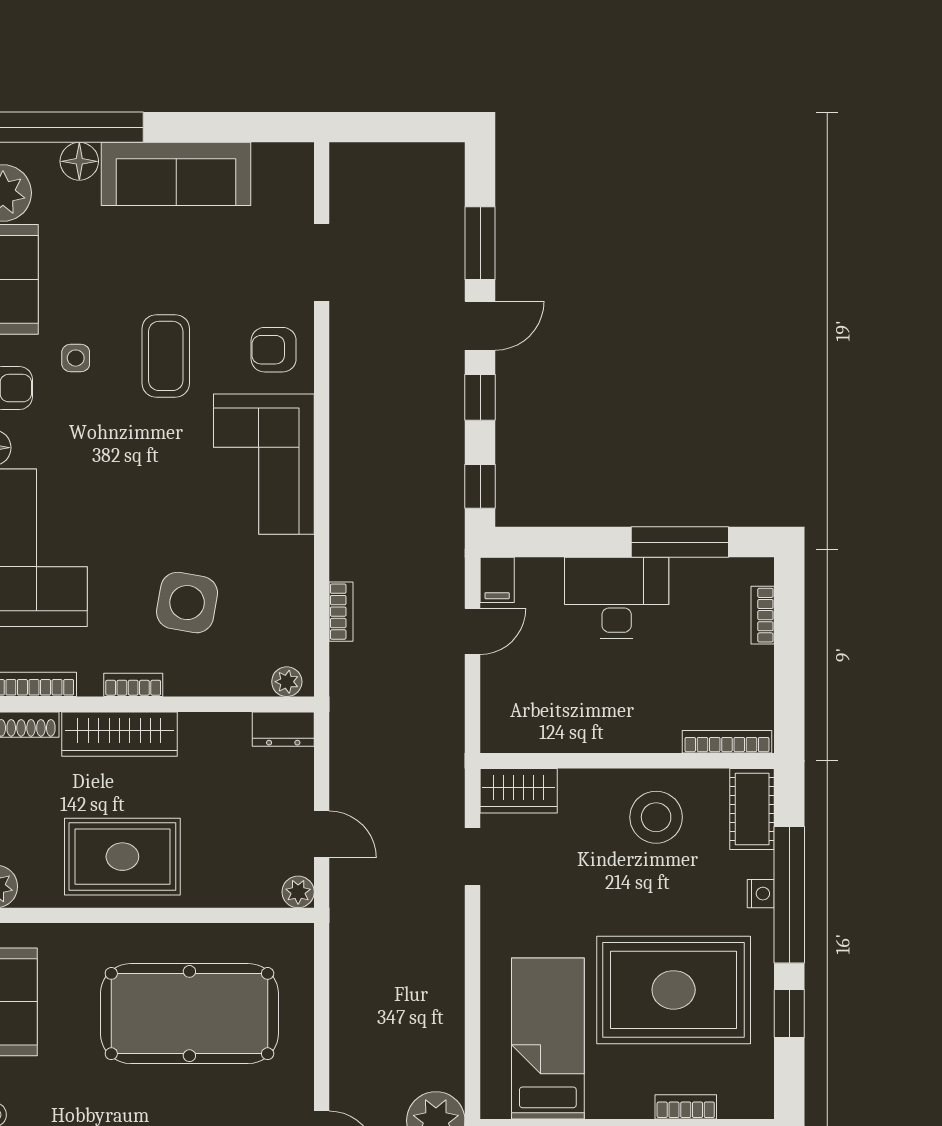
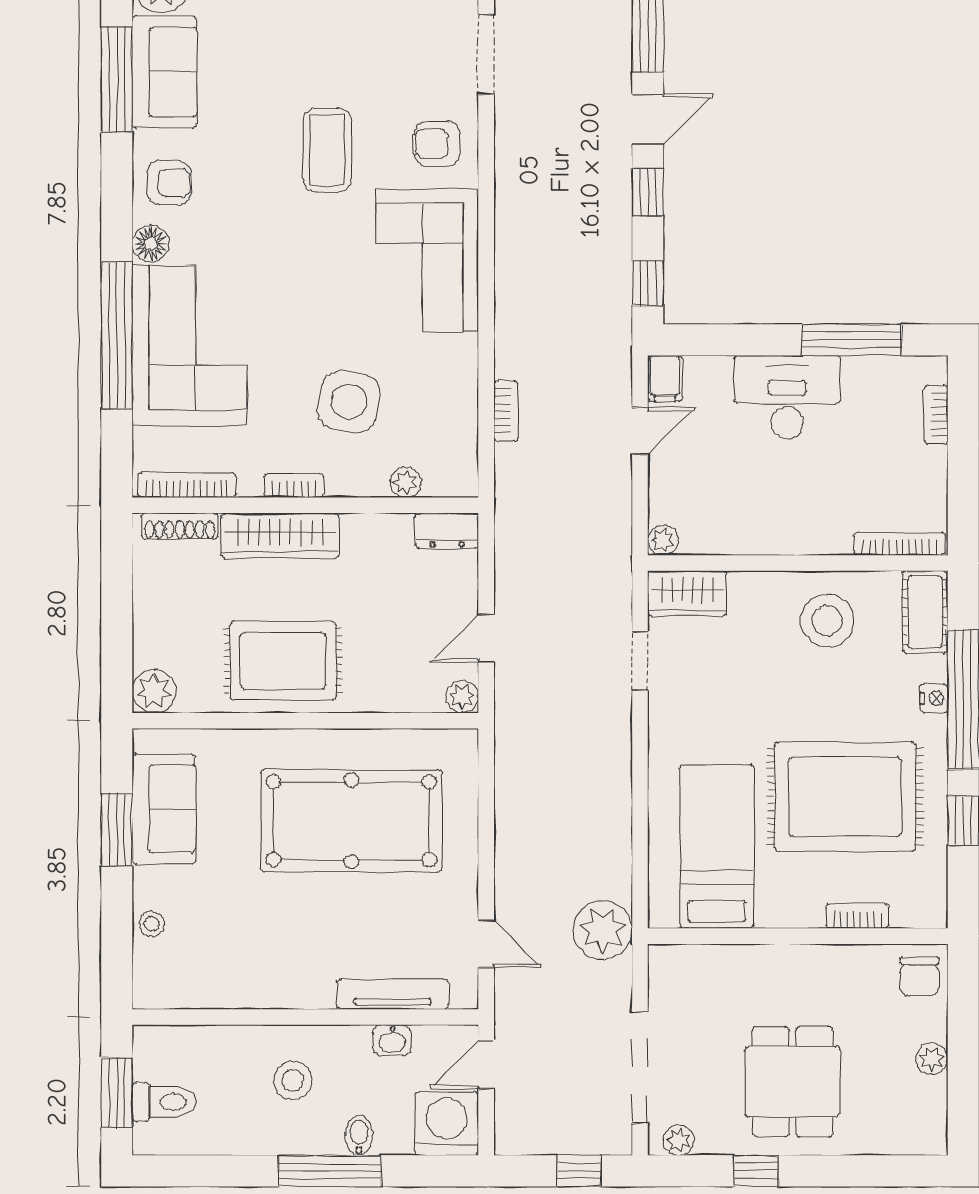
side table: (76, 358) -> (235, 152), removed
plant: (287, 682) -> (405, 482), moved
plant: (495, 738) -> (663, 540), added
door: (322, 834) -> (486, 638), swing flipped

